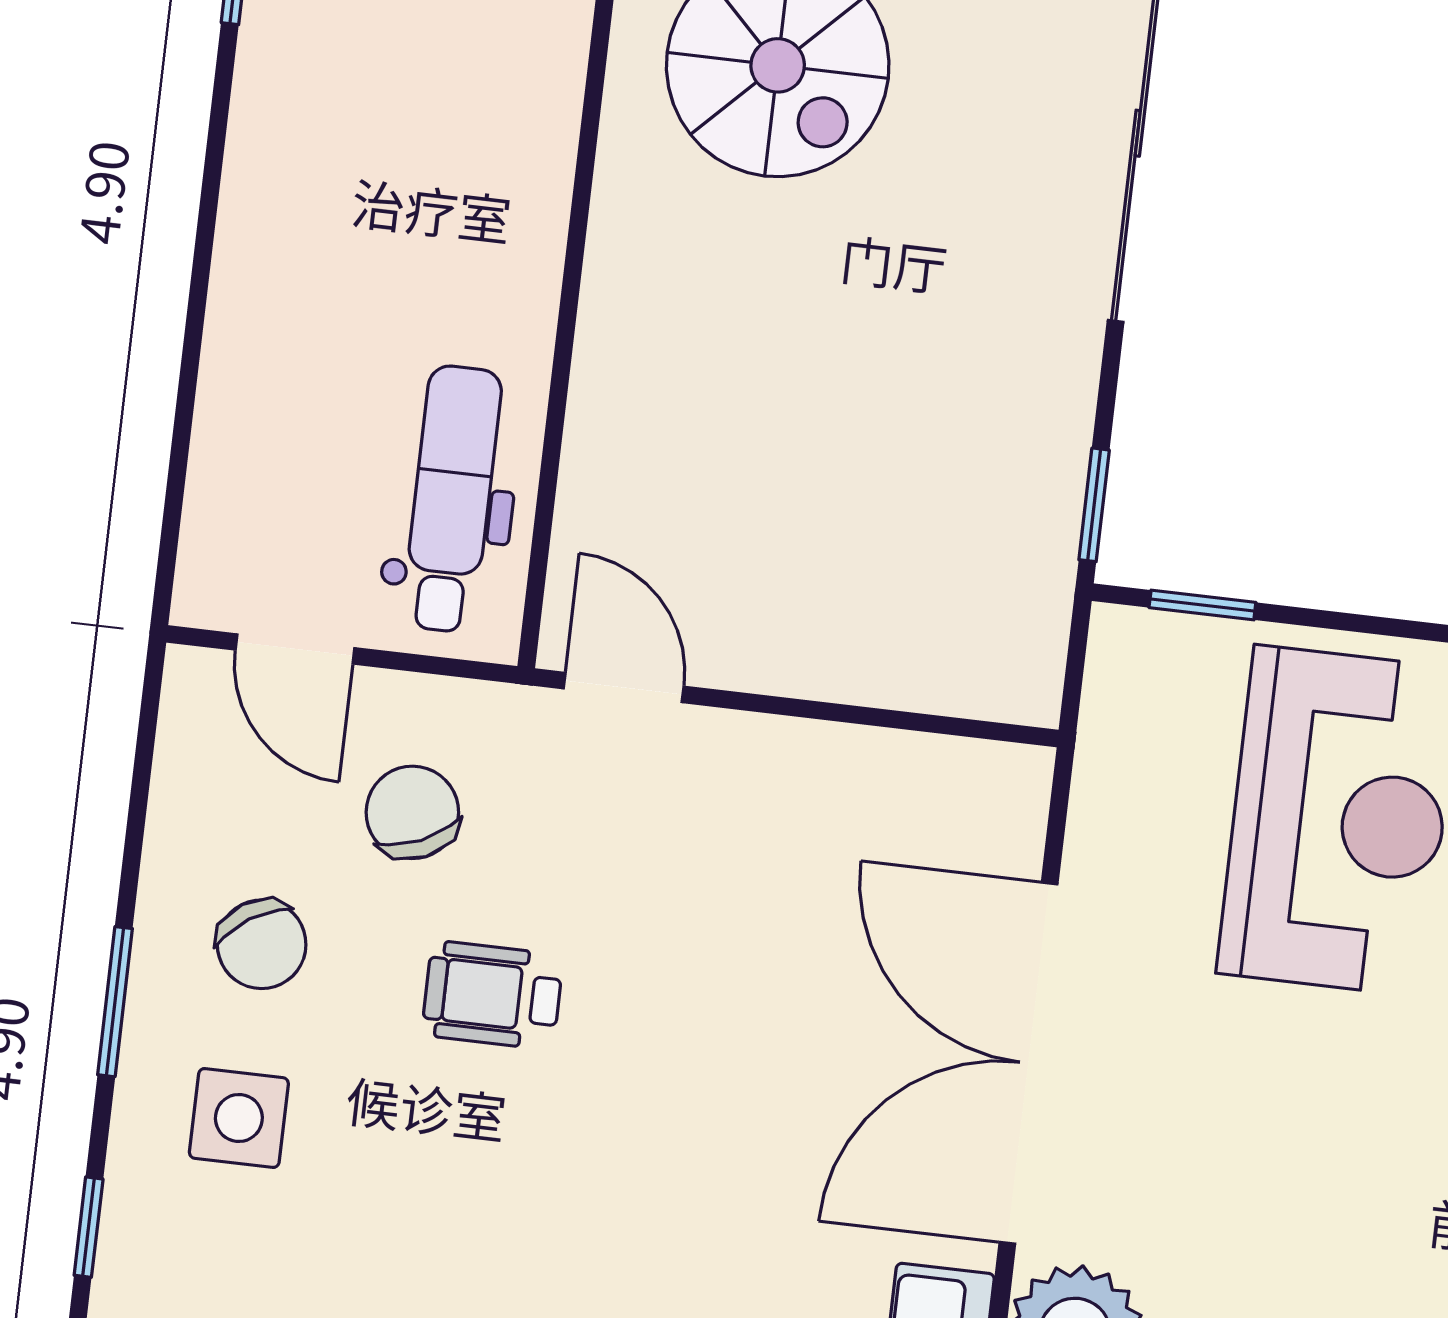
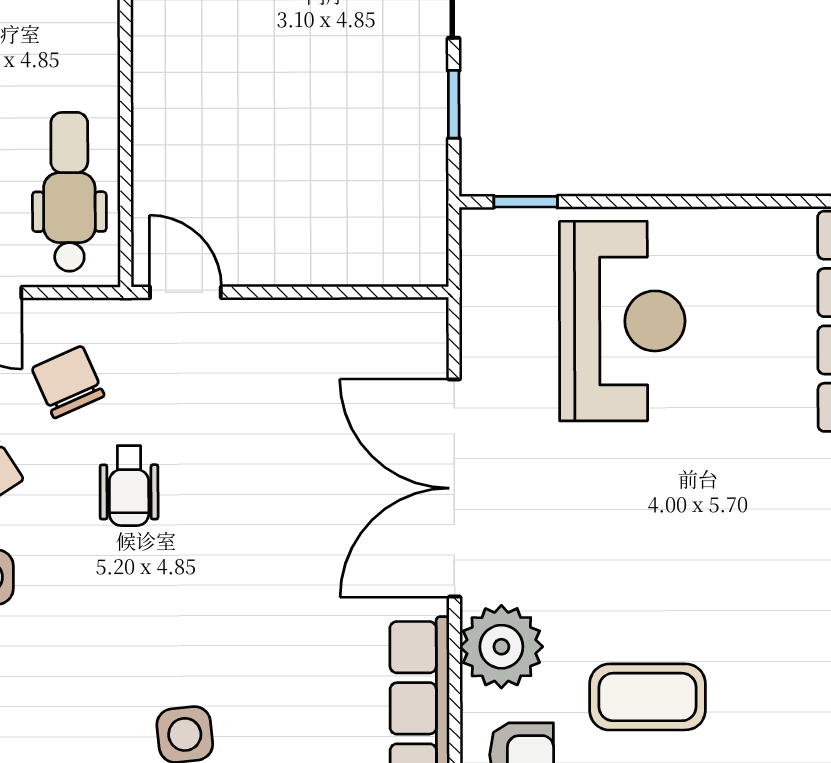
window: (1094, 505) -> (454, 104), moved
wheelchair: (492, 995) -> (129, 486), turned -90

